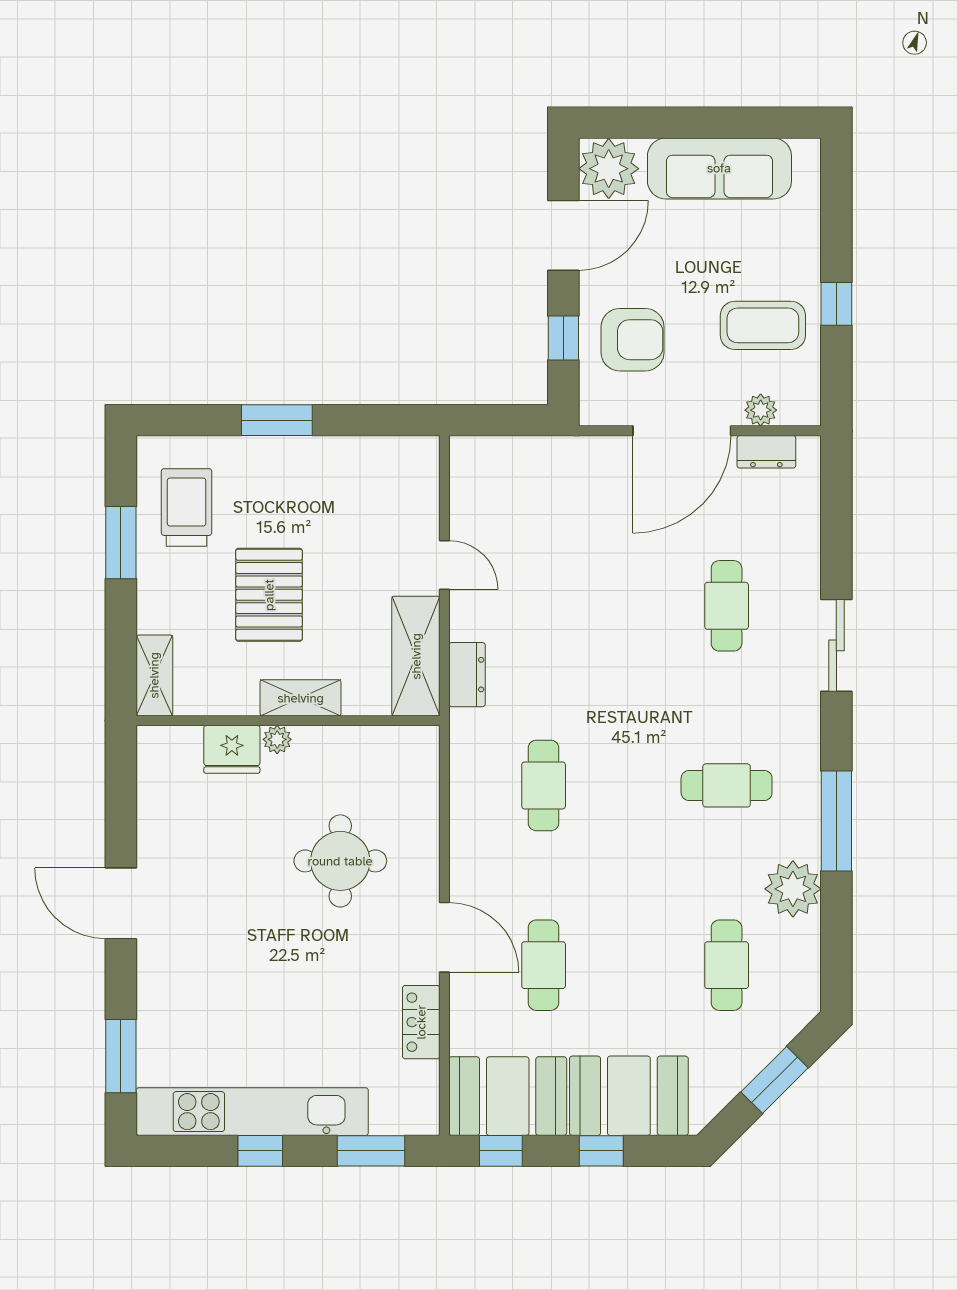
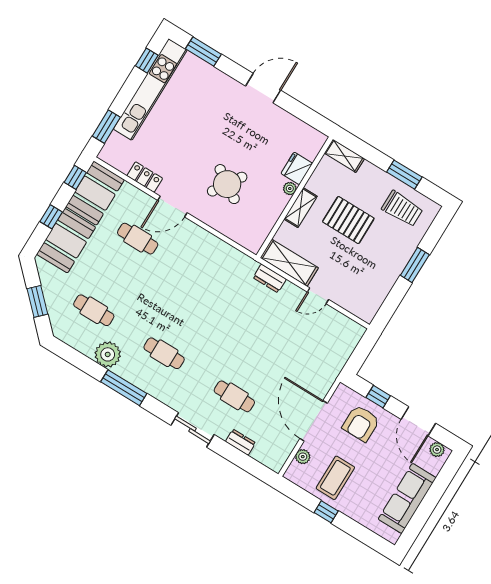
plant: (609, 169) -> (437, 450), width x0.53, depth x0.53
dresser: (766, 452) -> (240, 442), moved, turned 90
cafe table: (544, 785) -> (208, 282), removed
cafe table: (727, 785) -> (164, 353), turned 90
round table: (340, 861) -> (227, 184), turned 33
window: (260, 1151) -> (147, 61), moved

